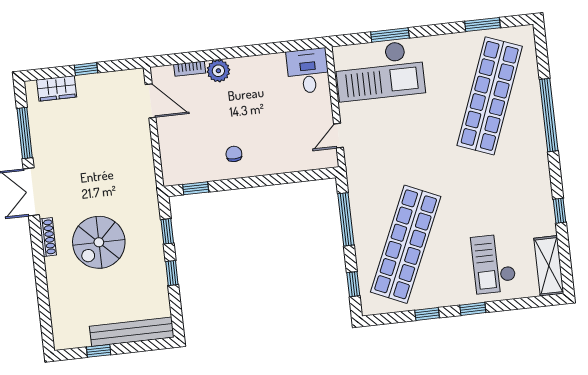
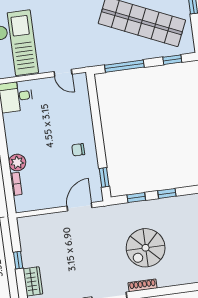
door: (151, 101) -> (80, 207), moved
spiral stairs: (99, 242) -> (146, 248), turned 90

